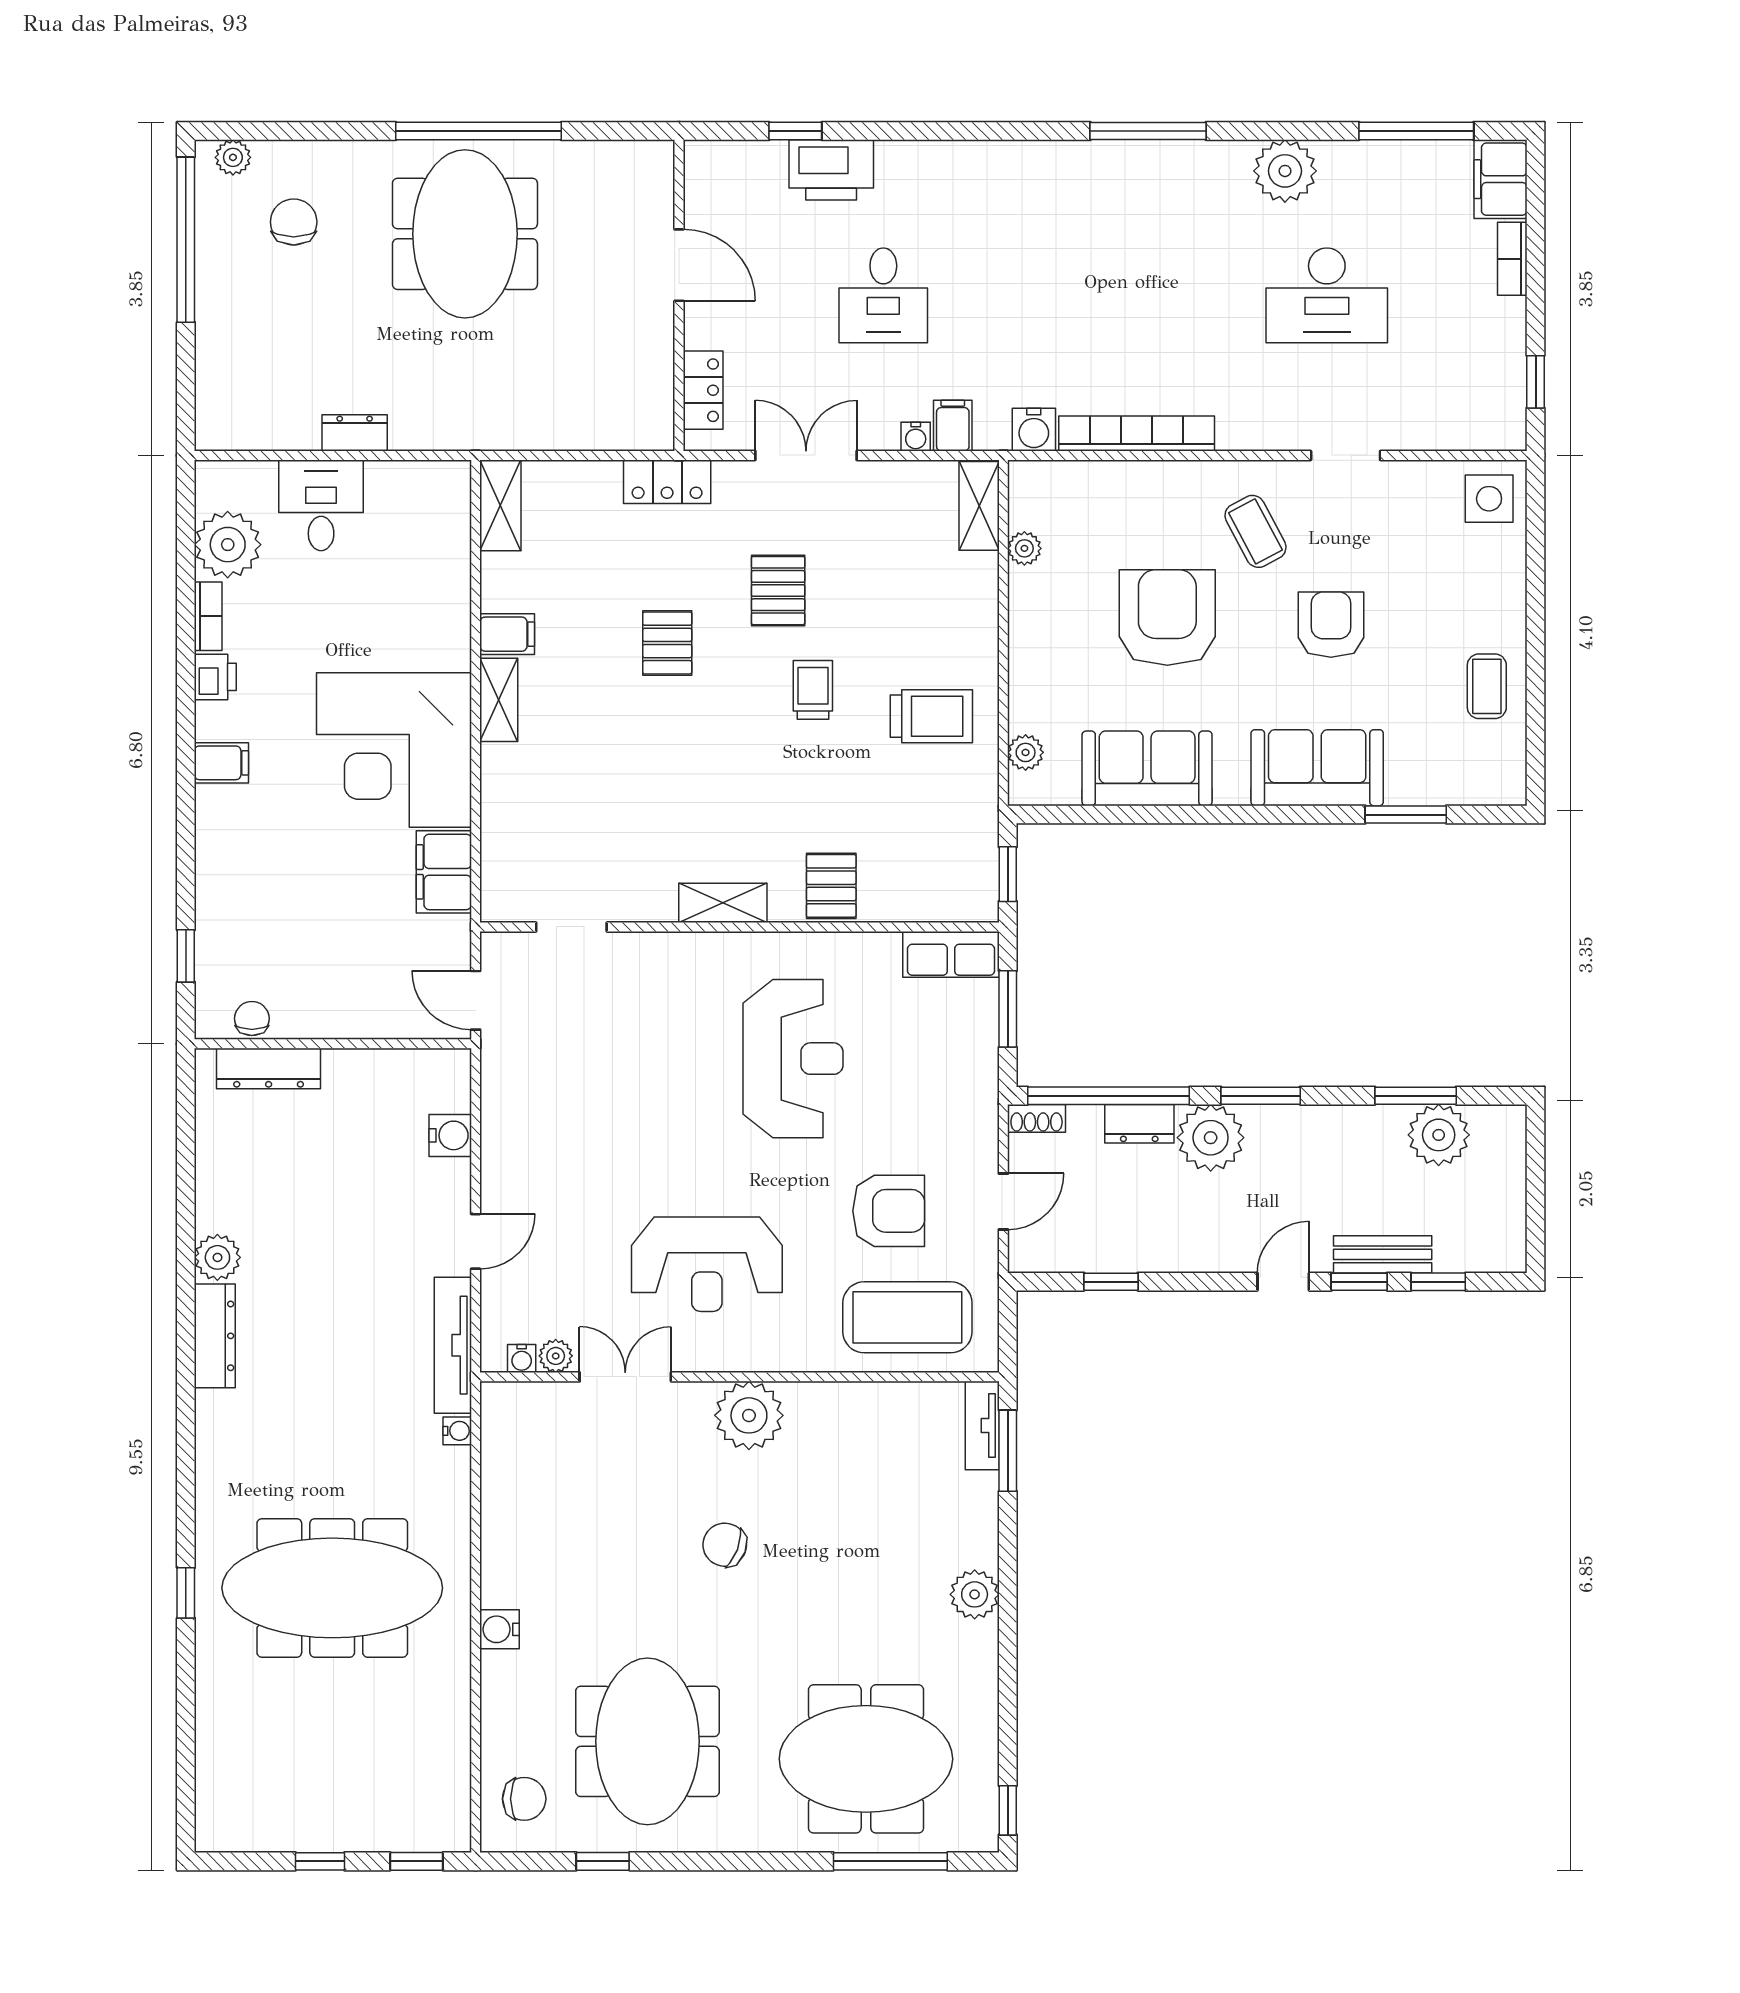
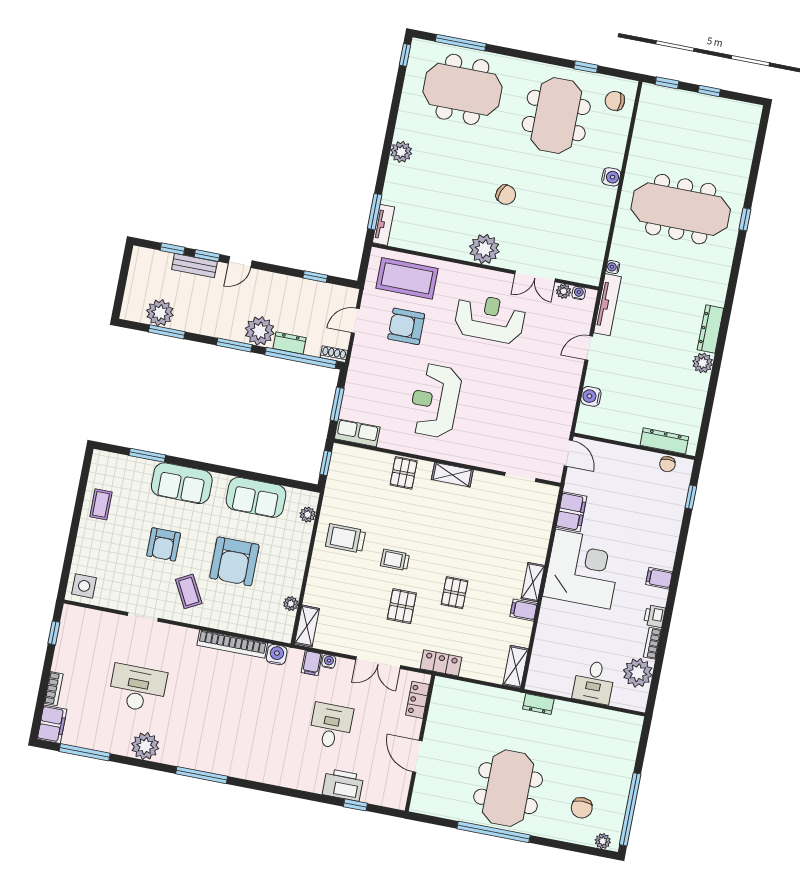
dresser: (355, 433) -> (538, 704), moved
trolley: (813, 690) -> (395, 560), turned 90

